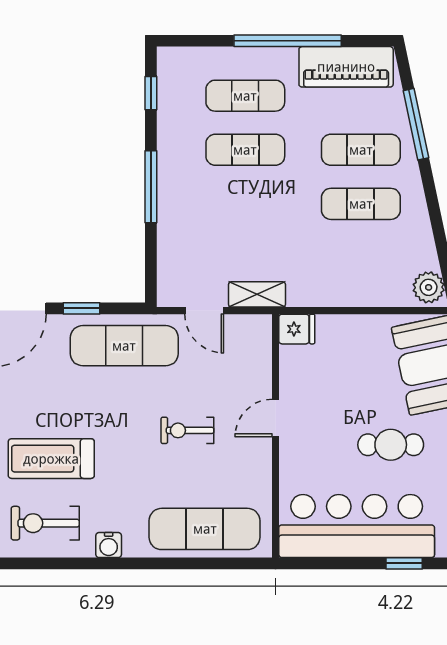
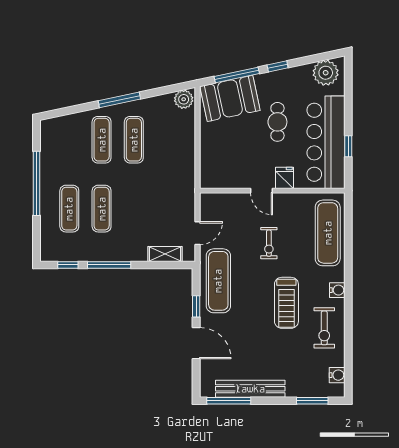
piano: (346, 67) -> (52, 149), removed
window: (416, 124) -> (119, 100), moved
window: (151, 187) -> (109, 265), moved
shelving: (257, 294) -> (165, 254), moved, turned 90
fridge: (297, 329) -> (285, 178), moved
treadmill: (51, 459) -> (286, 303), moved
window: (404, 563) -> (348, 146), moved

